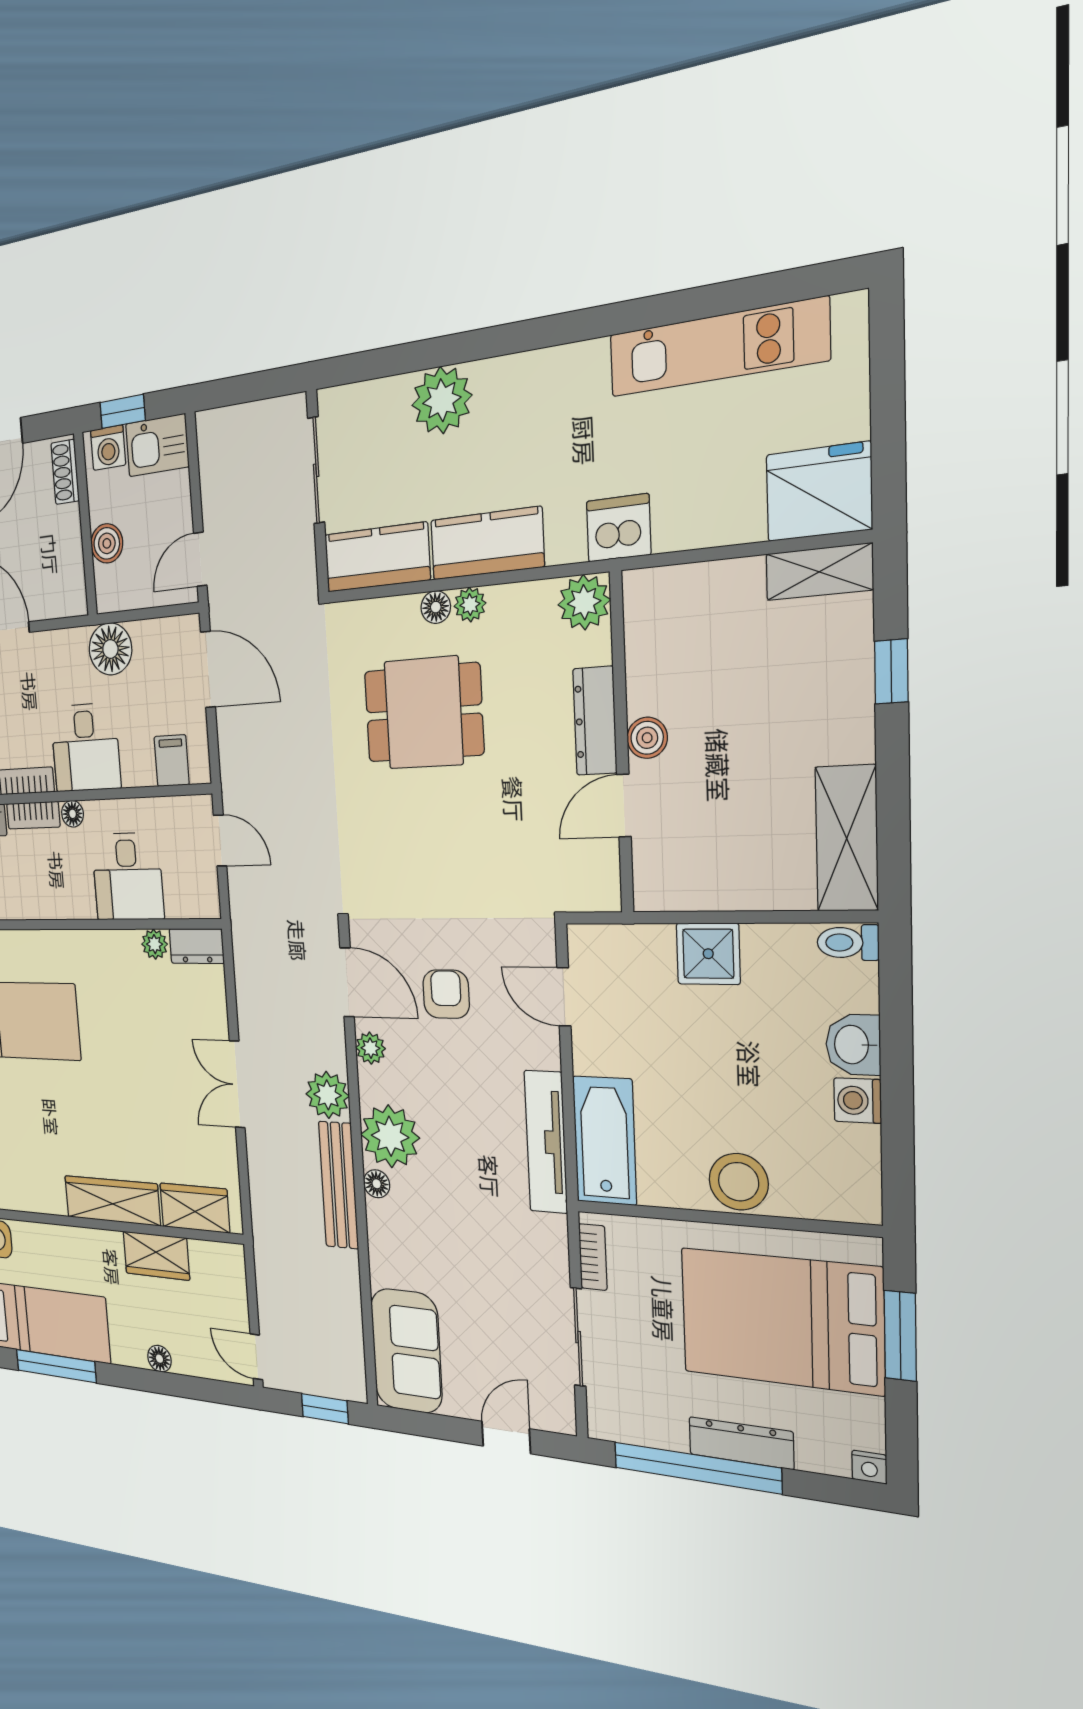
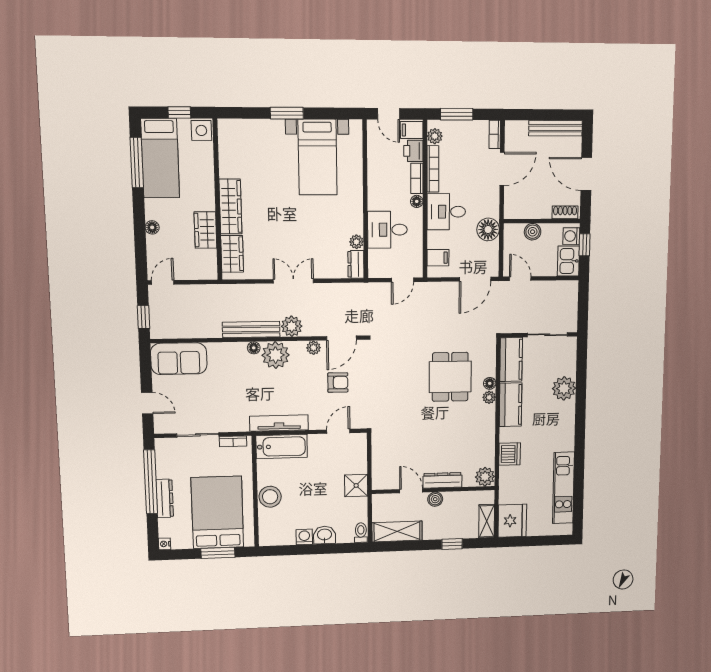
plant: (584, 602) -> (485, 477), moved
dresser: (595, 721) -> (442, 480), moved
boiler: (647, 738) -> (435, 499), moved
wall: (622, 744) -> (434, 490), moved
door: (624, 806) -> (411, 491), moved

